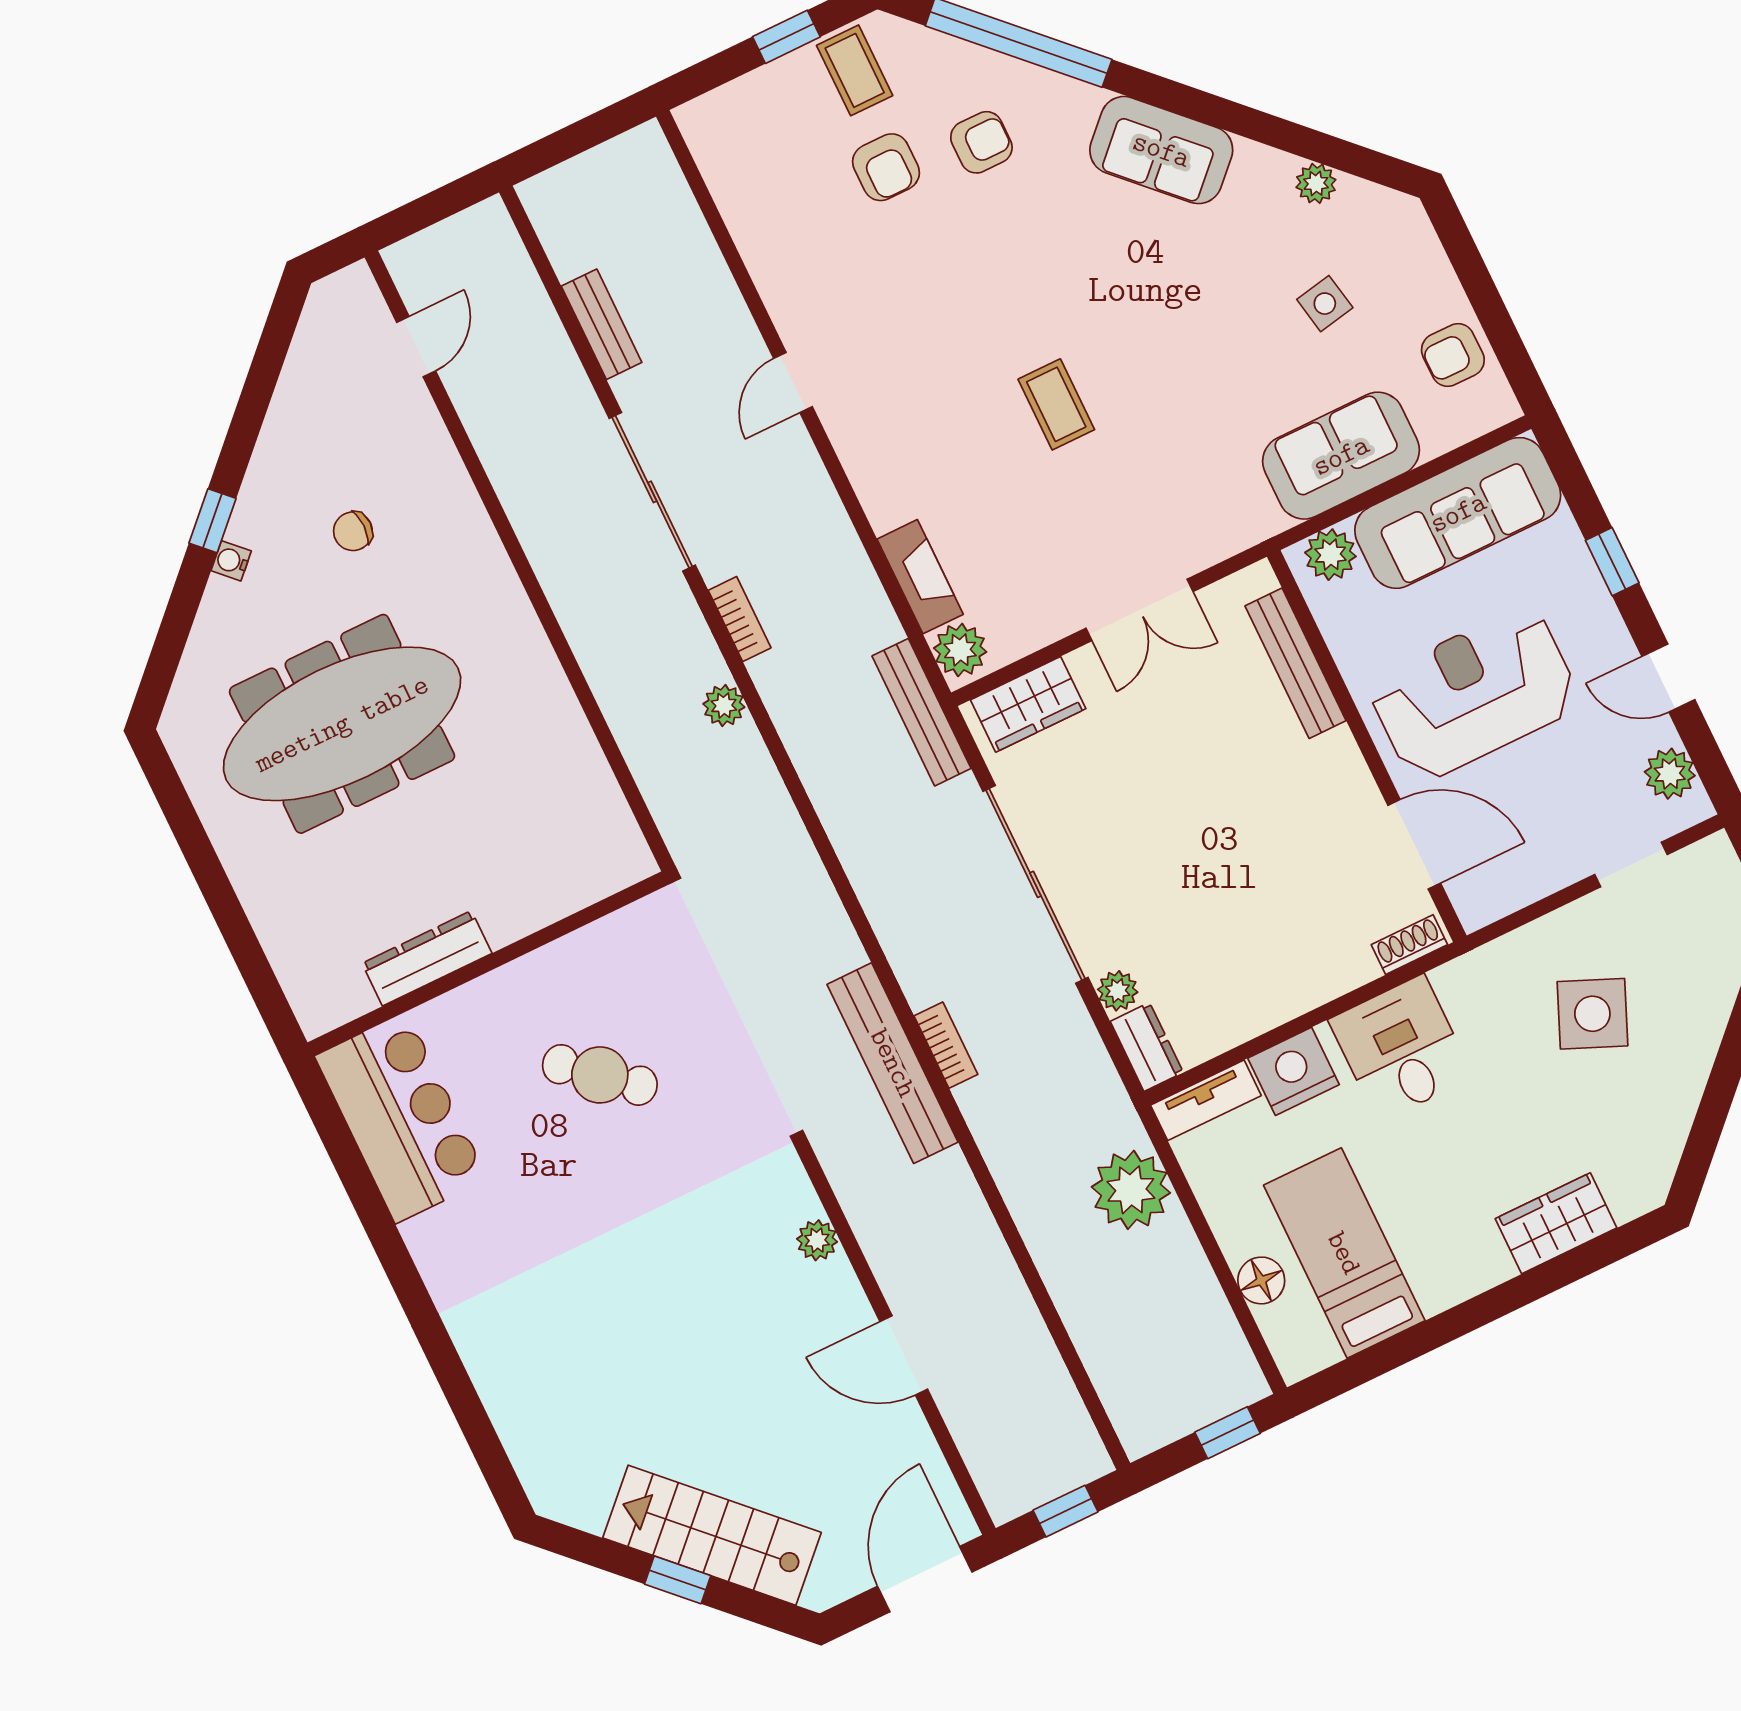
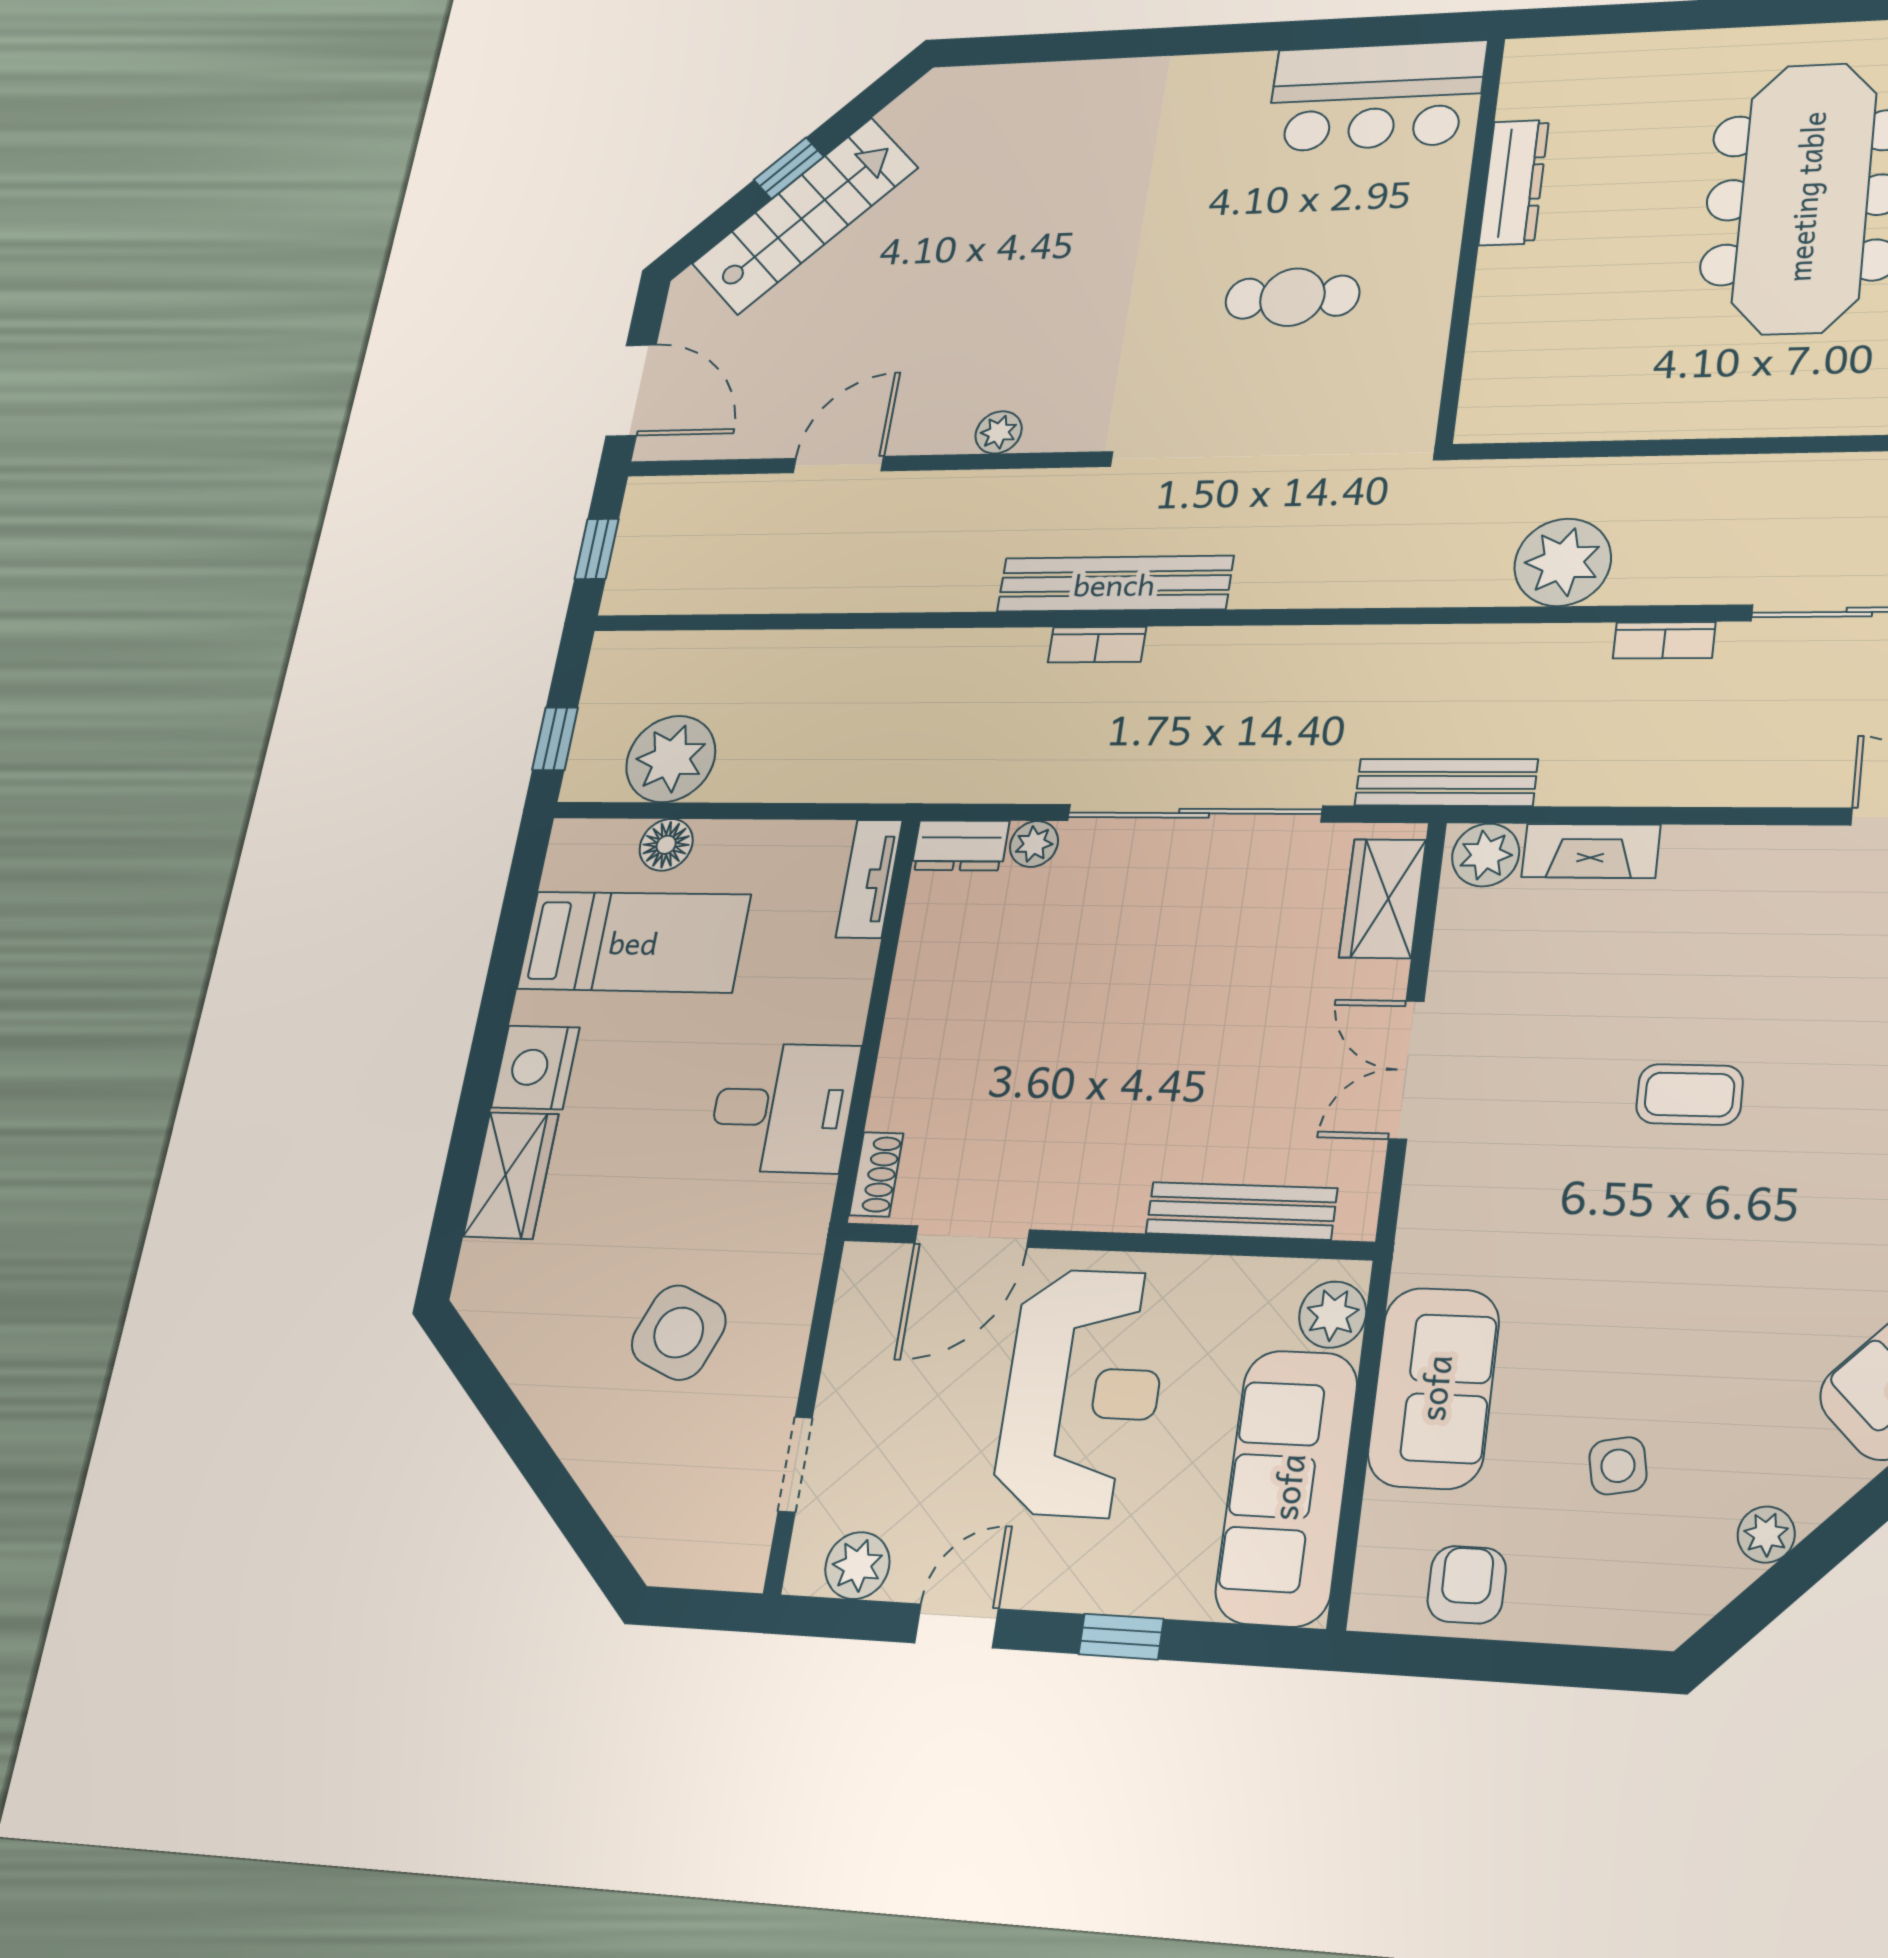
plant: (724, 705) -> (1563, 562), width x1.87, depth x1.87
nightstand: (1294, 1071) -> (535, 1067), moved, turned 180
cafe table: (600, 1075) -> (1292, 297), turned 49
plant: (1131, 1190) -> (671, 759), moved

